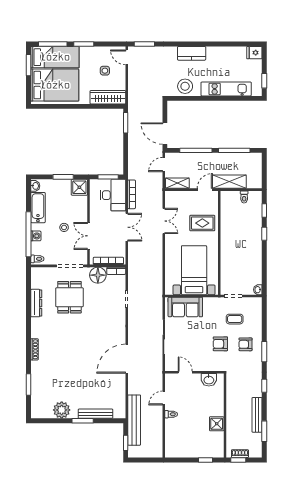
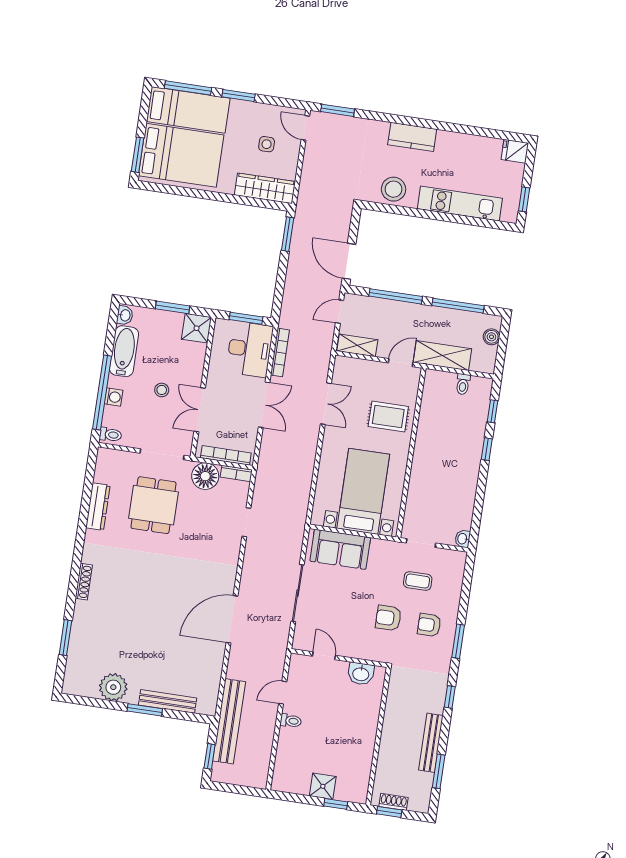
window: (28, 65) -> (138, 155), moved
boiler: (257, 166) -> (491, 337), added
shower: (217, 424) -> (323, 786), moved

